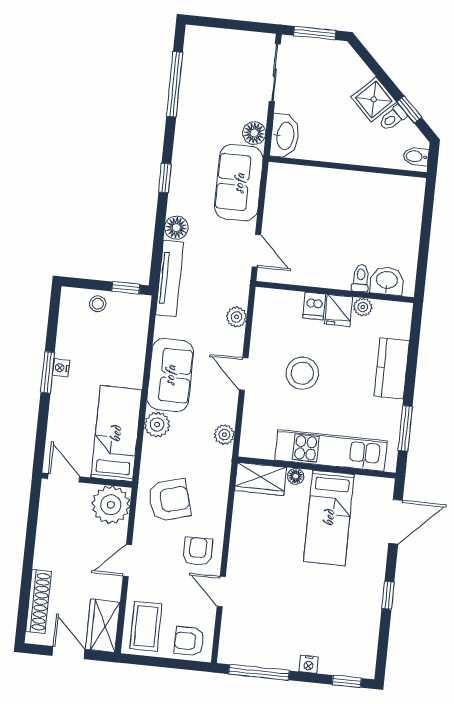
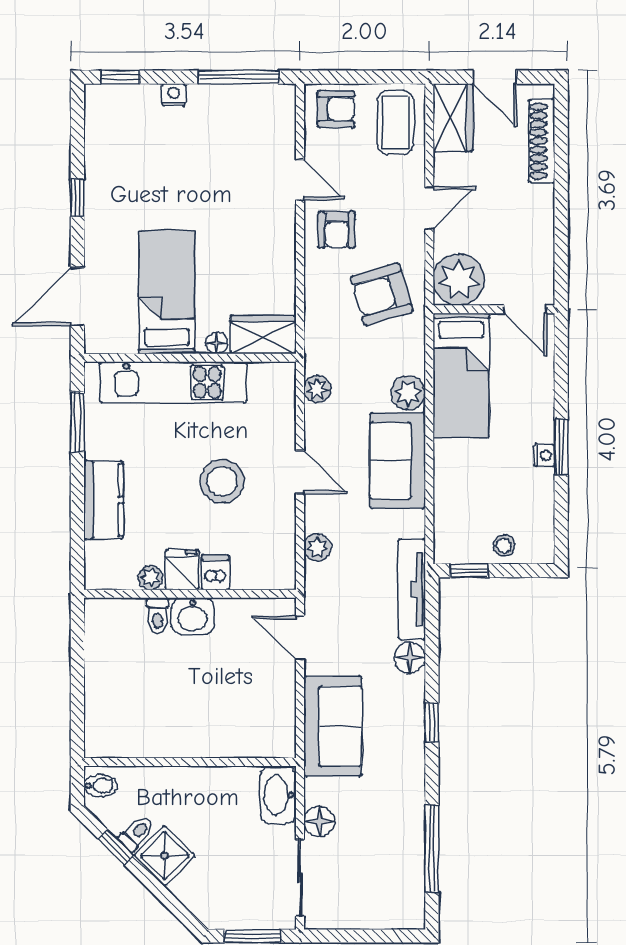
floor lamp: (254, 133) -> (319, 822), moved
washbasin: (387, 281) -> (193, 616), moved

